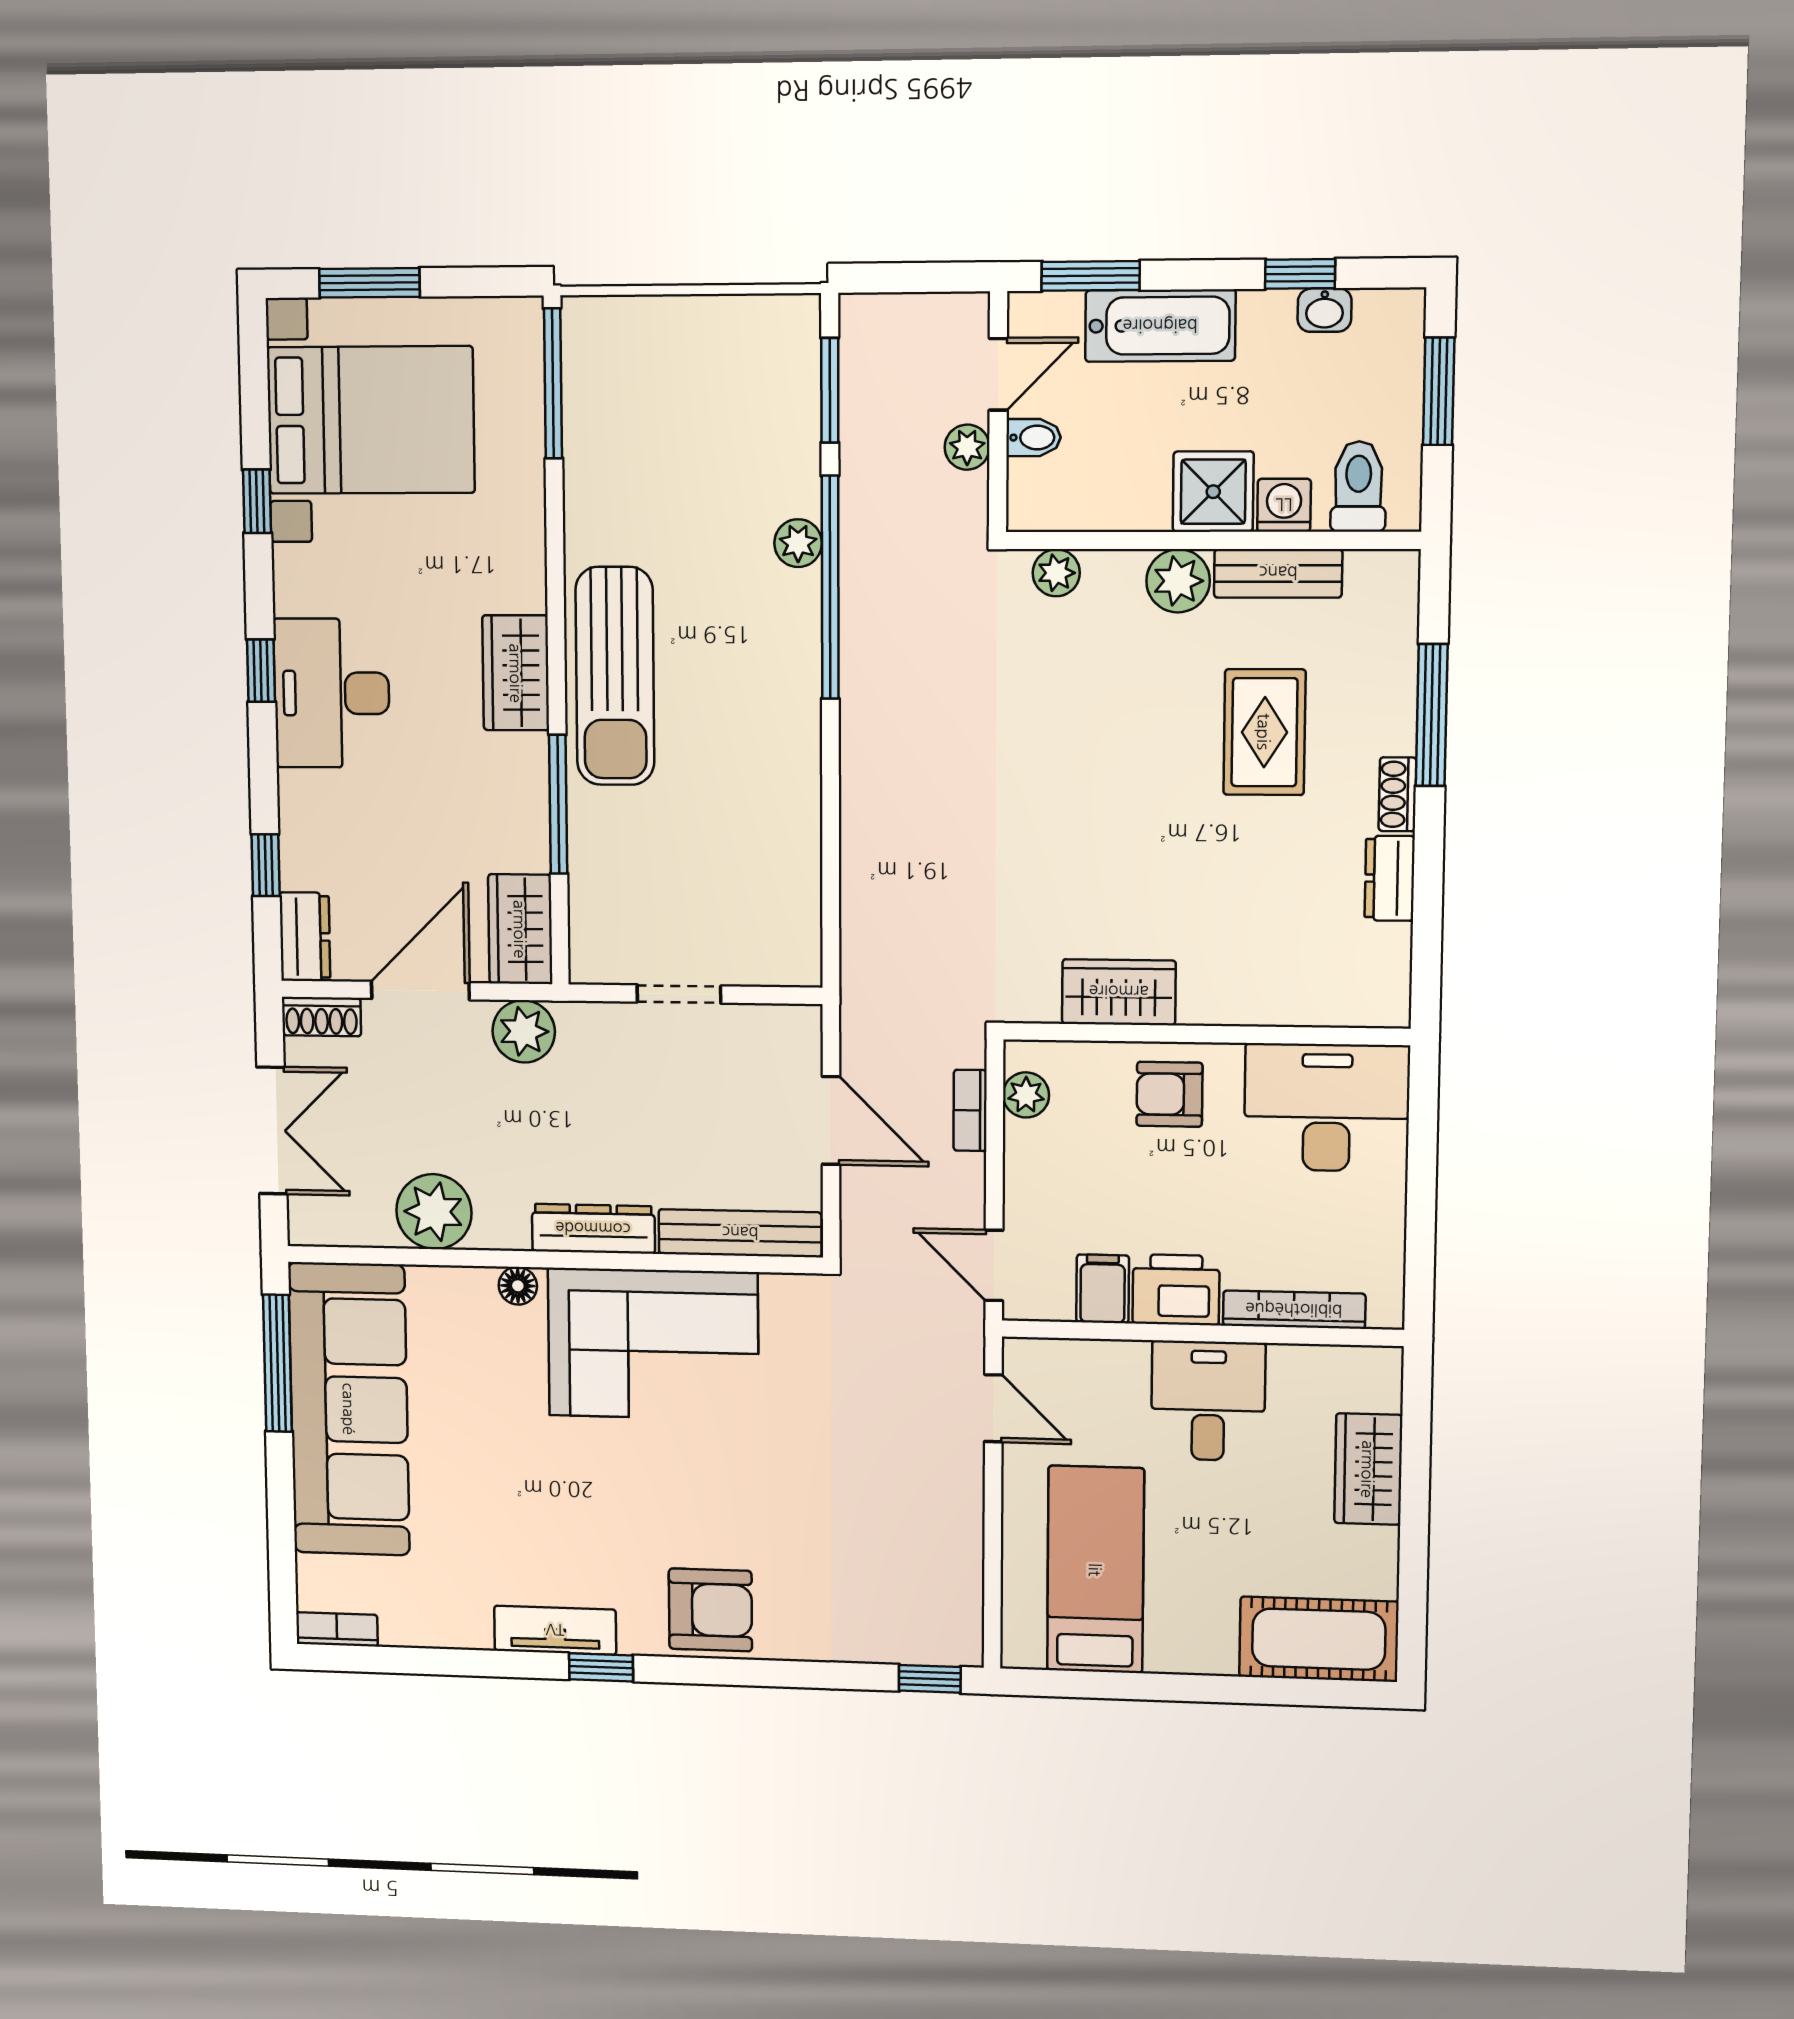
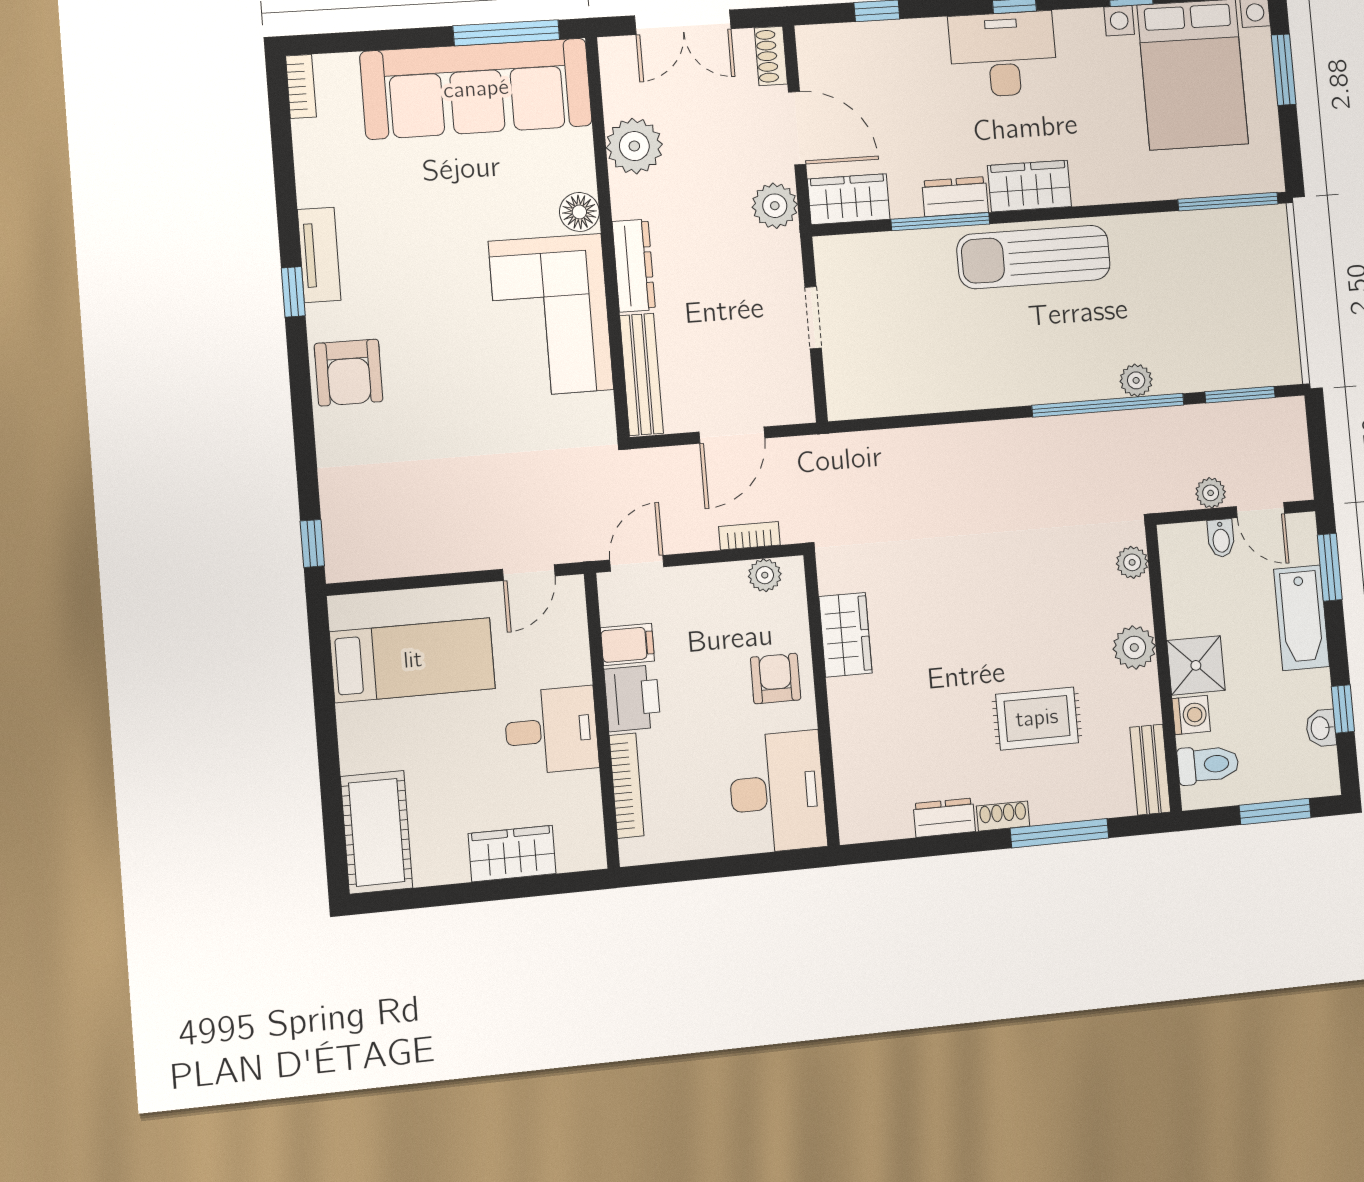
bench: (1278, 573) -> (1150, 770), moved
dresser: (305, 937) -> (955, 197), moved, turned 180
floor lamp: (518, 1286) -> (579, 212), width x1.37, depth x1.37

